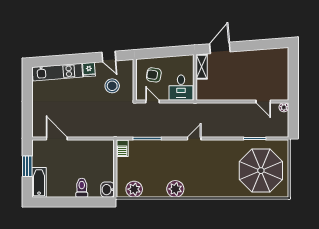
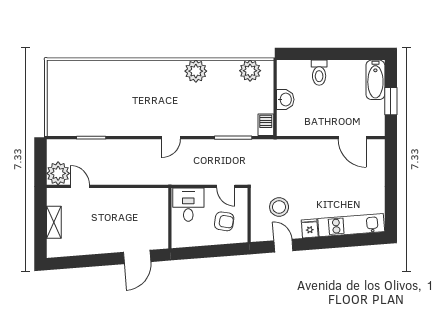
shelving: (202, 67) -> (54, 222), moved
plant: (284, 107) -> (58, 173), width x1.87, depth x1.87
parasol: (261, 171) -> (83, 95), removed
washbasin: (107, 190) -> (285, 100), moved

